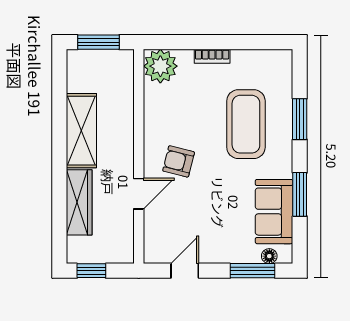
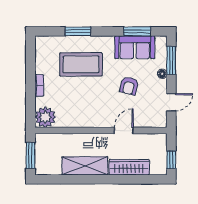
armchair: (179, 161) -> (129, 86), moved
door: (139, 194) -> (124, 131), hinge flipped
window: (300, 194) -> (137, 31), moved
floor lamp: (269, 256) -> (162, 74), moved
door: (185, 271) -> (171, 102), swing flipped

